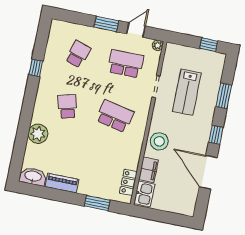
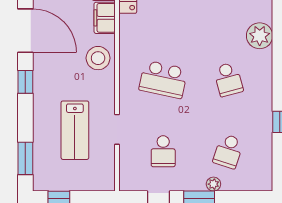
plant: (158, 45) -> (213, 184), moved
school desk: (126, 64) -> (163, 151), width x0.54
lab bench: (187, 92) -> (75, 130), turned 180
window: (224, 96) -> (25, 158), moved

